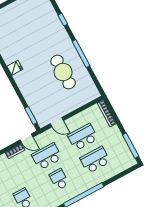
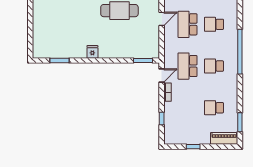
door: (57, 122) -> (162, 19), moved
school desk: (95, 160) -> (214, 24), width x0.54

